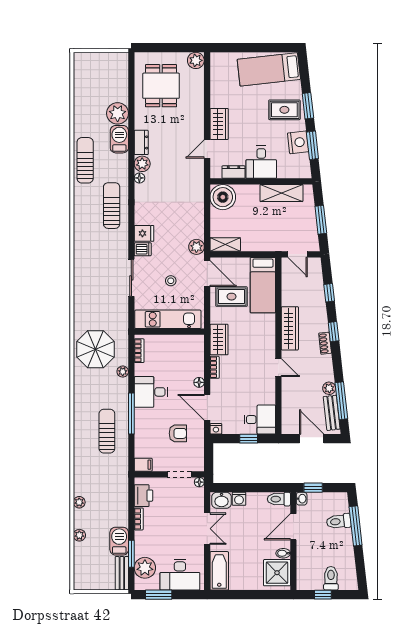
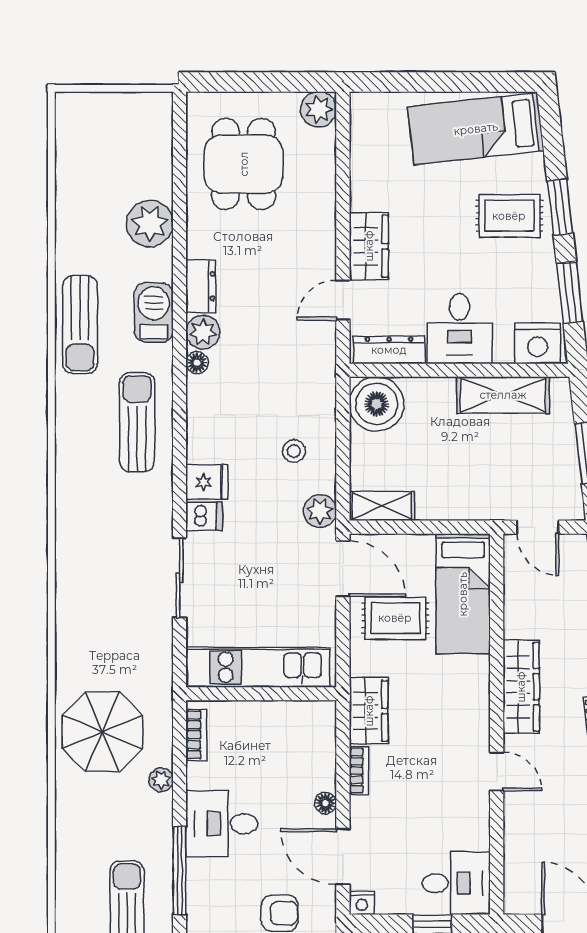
barbecue: (119, 139) -> (154, 313), moved
nightstand: (298, 142) -> (538, 343), moved, turned 96
sun lounger: (85, 160) -> (80, 325), turned 180
dresser: (234, 172) -> (389, 350), width x1.44
stool: (171, 281) -> (294, 451), moved

